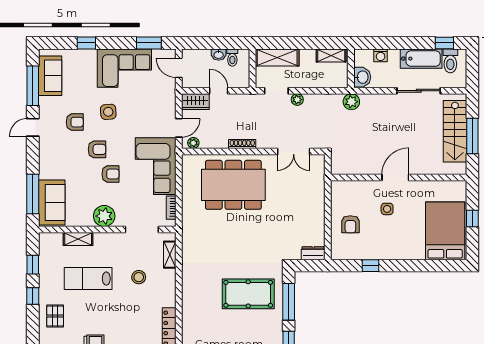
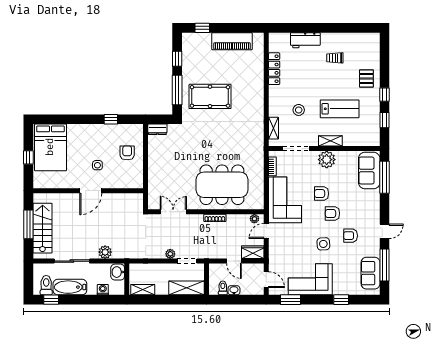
plant: (351, 102) -> (105, 252), moved
shelving: (78, 239) -> (330, 141), moved

